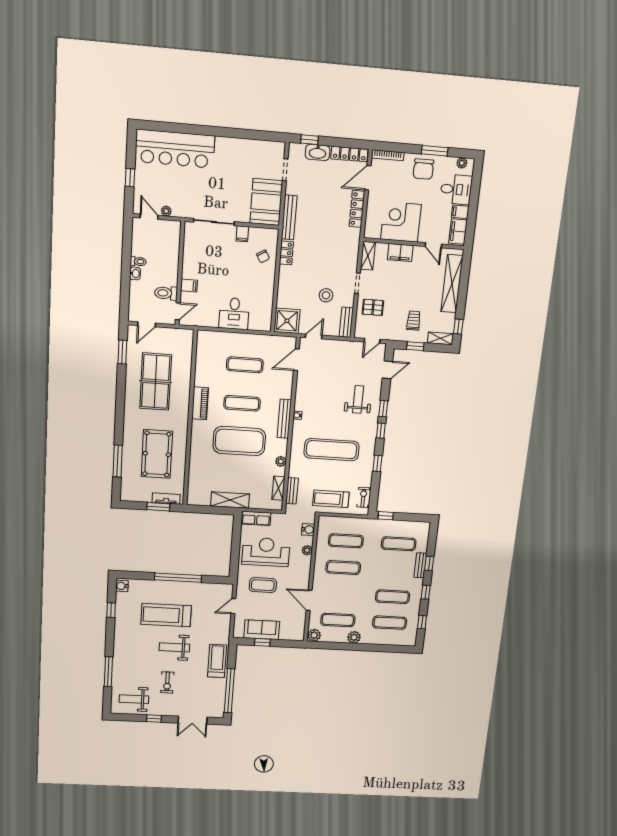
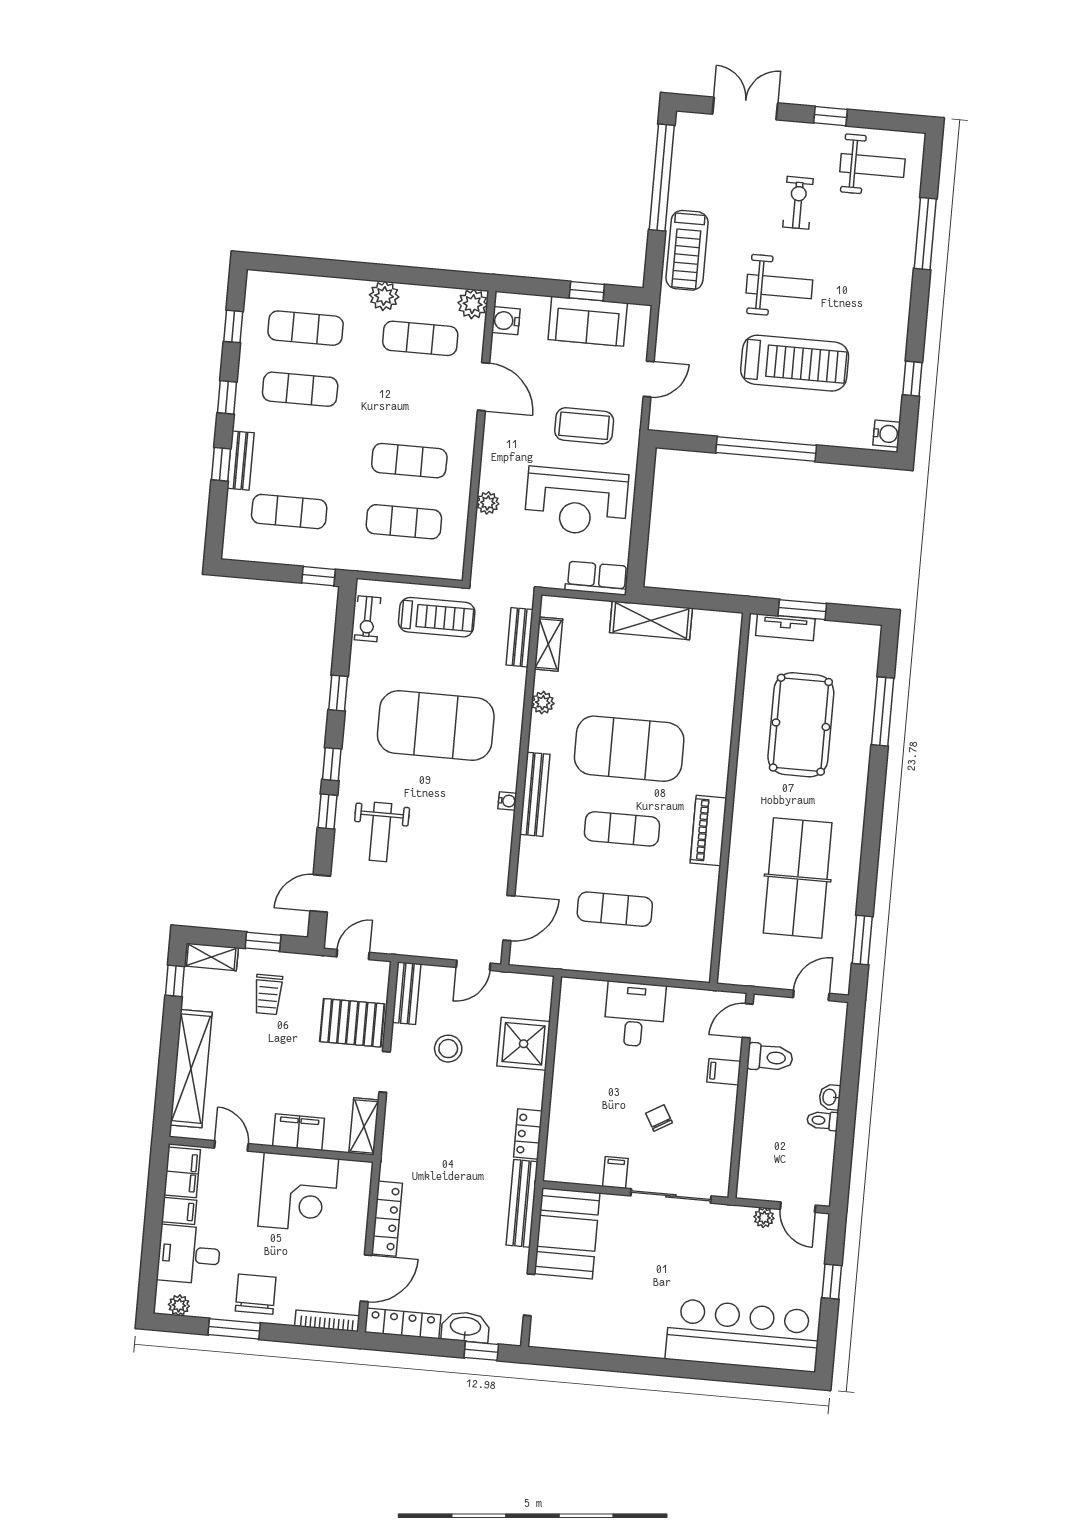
chair: (263, 256) -> (659, 1118), moved
pallet: (373, 307) -> (352, 1023), width x1.50, depth x1.42
shower: (287, 321) -> (524, 1044), moved
exercise mat: (332, 450) -> (436, 725), width x1.47
water cooler: (308, 530) -> (506, 321), moved

